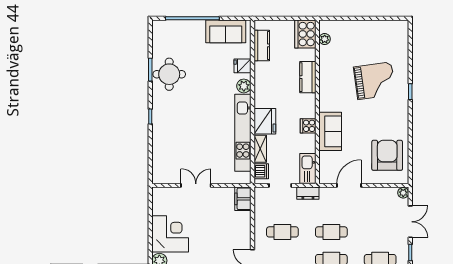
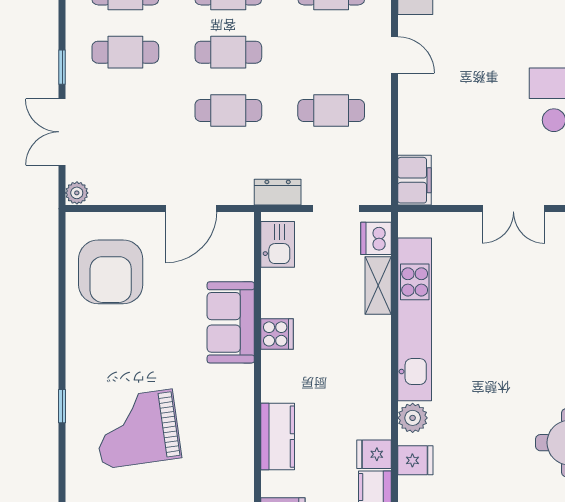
fridge: (265, 121) -> (374, 454), moved, width x0.53, depth x0.75
kitchen sink: (308, 168) -> (278, 244), width x0.73

